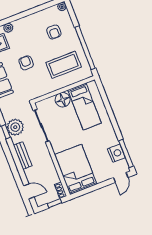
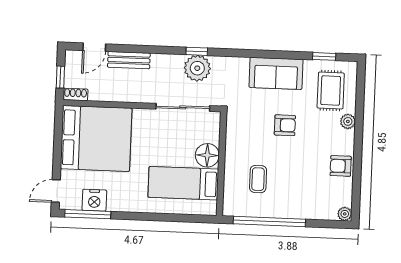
armchair: (54, 32) -> (341, 166), moved
coffee table: (64, 65) -> (258, 179), width x0.54, depth x0.58
bench: (23, 155) -> (129, 60), moved
bed: (76, 169) -> (96, 138), width x1.36
door: (121, 178) -> (56, 191), hinge flipped

